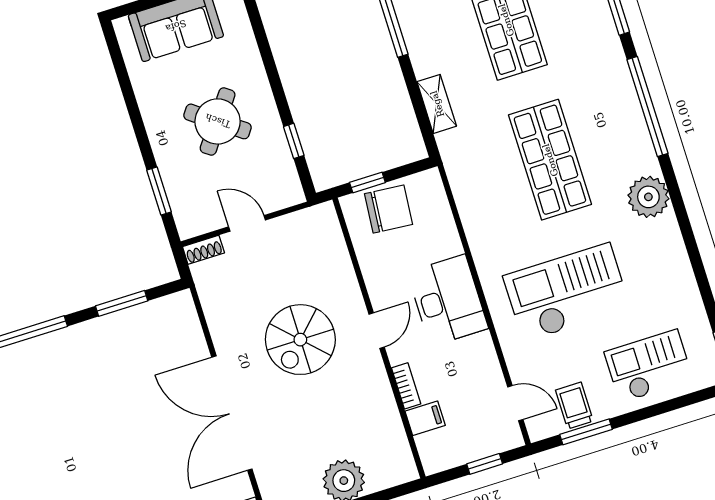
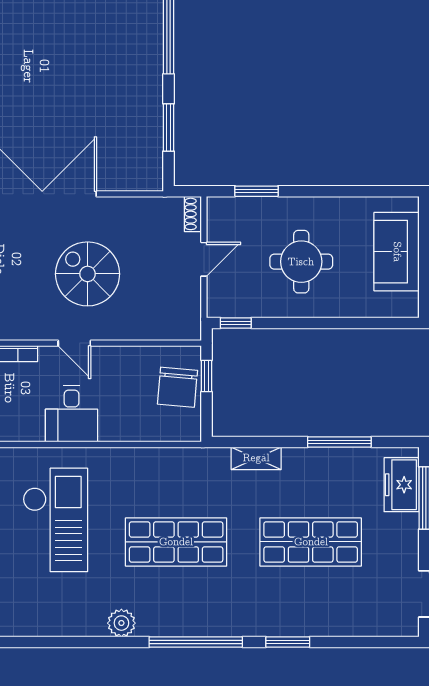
round table: (218, 121) -> (301, 262), turned -36
window: (294, 141) -> (236, 323), moved
plant: (648, 197) -> (121, 623), width x0.73, depth x0.73
desk: (448, 300) -> (72, 414), width x0.73

